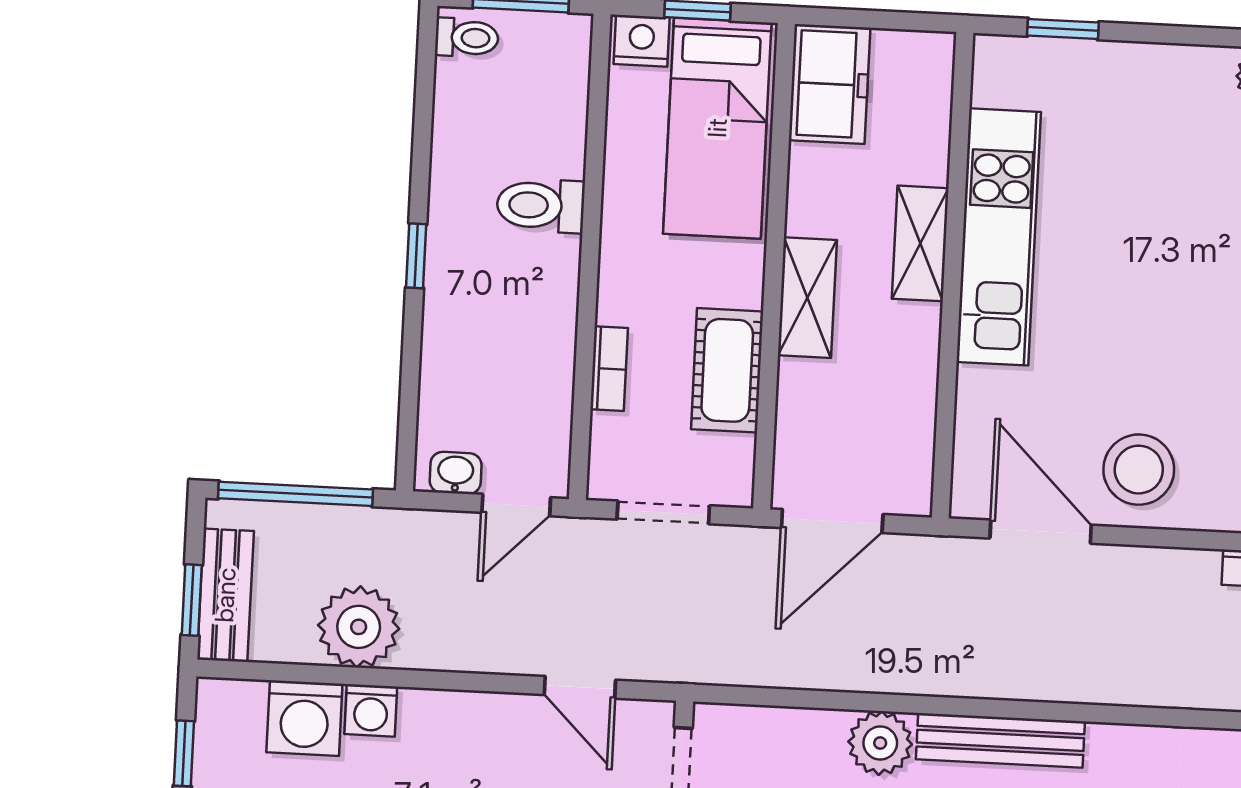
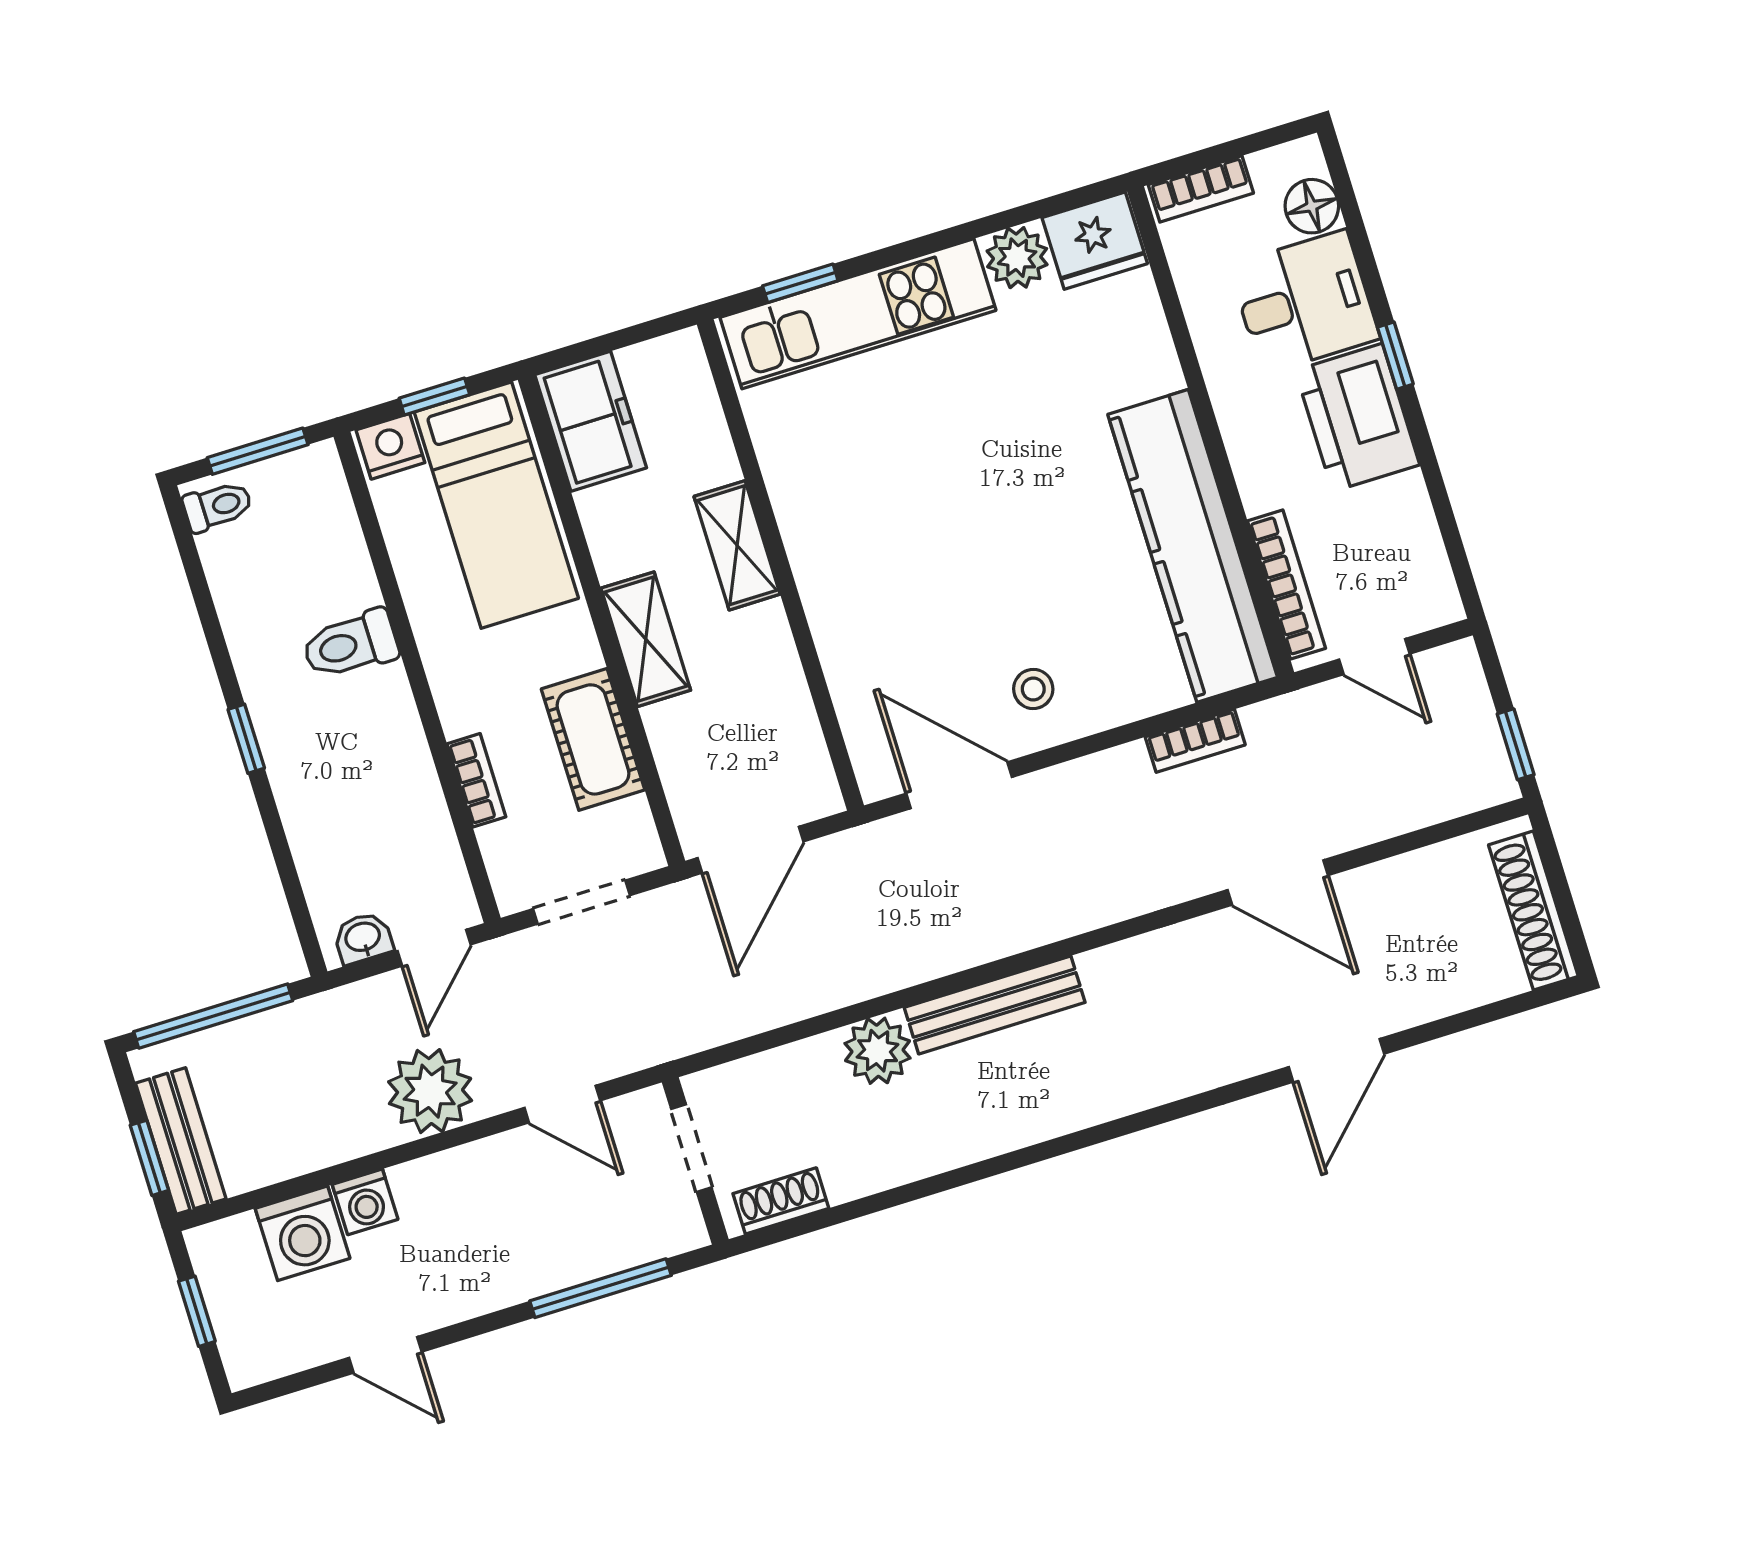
kitchen unit: (999, 237) -> (858, 314), moved, turned 90
stool: (1139, 470) -> (1033, 689), width x0.53, depth x0.53
plant: (359, 627) -> (430, 1091), moved

